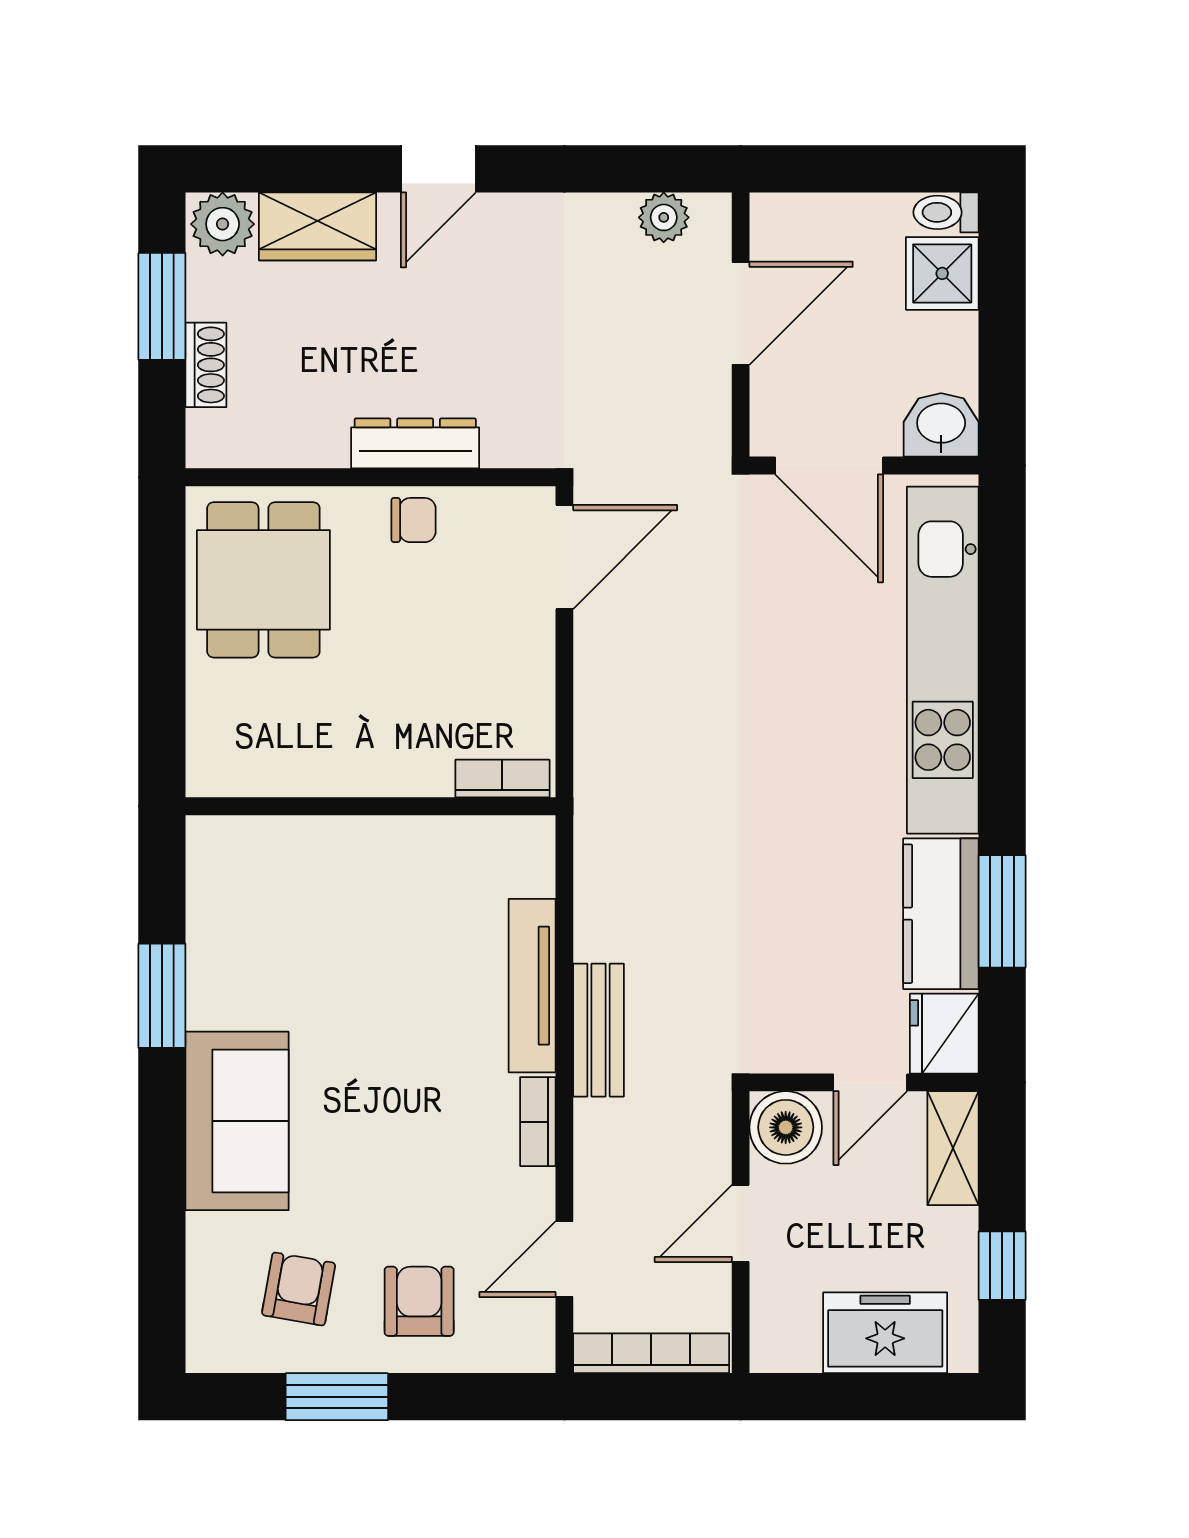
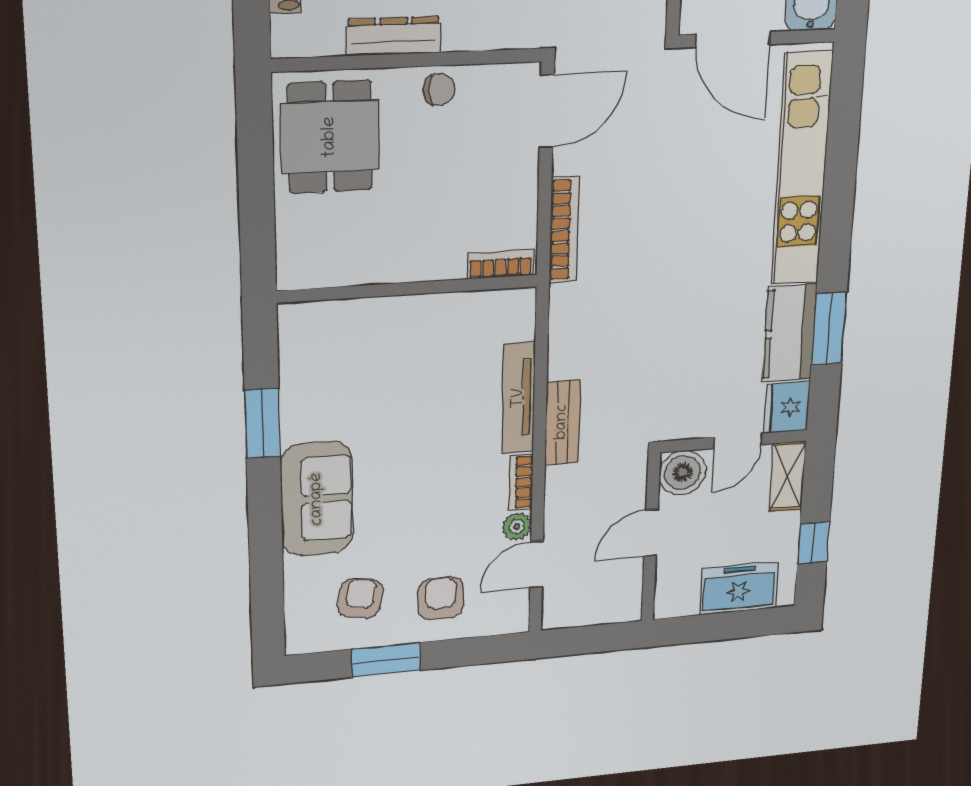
dresser: (415, 443) -> (394, 36), moved
plant: (533, 1193) -> (517, 526), added
bookcase: (651, 1353) -> (564, 230), moved, turned 90

